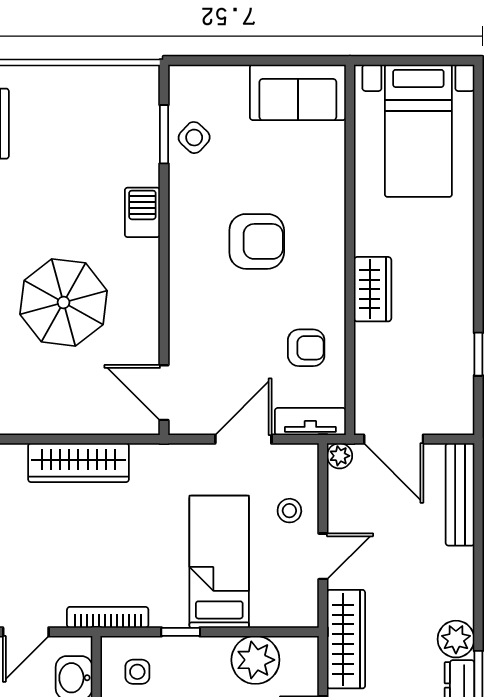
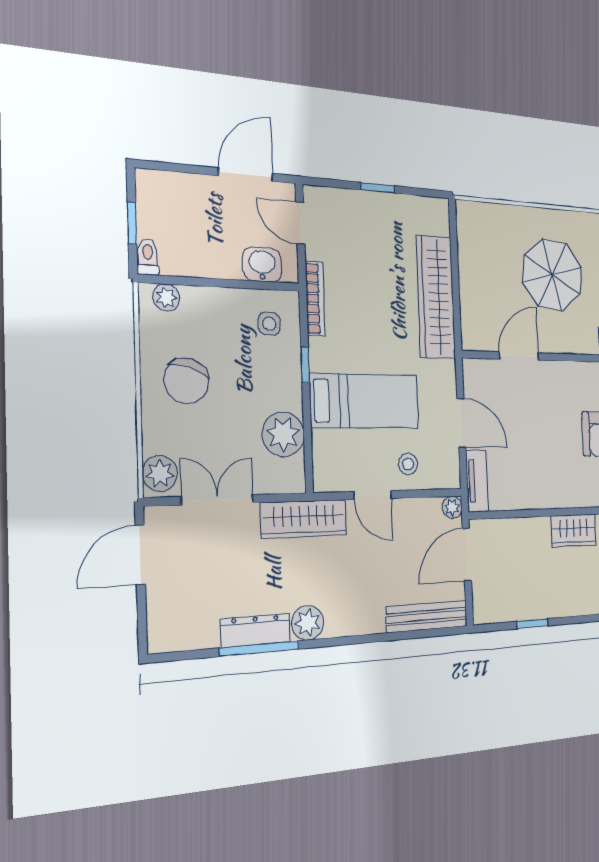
armchair: (306, 348) -> (530, 476), removed
door: (164, 393) -> (519, 356), moved
wardrobe: (78, 463) -> (436, 297), width x1.40, depth x1.17

